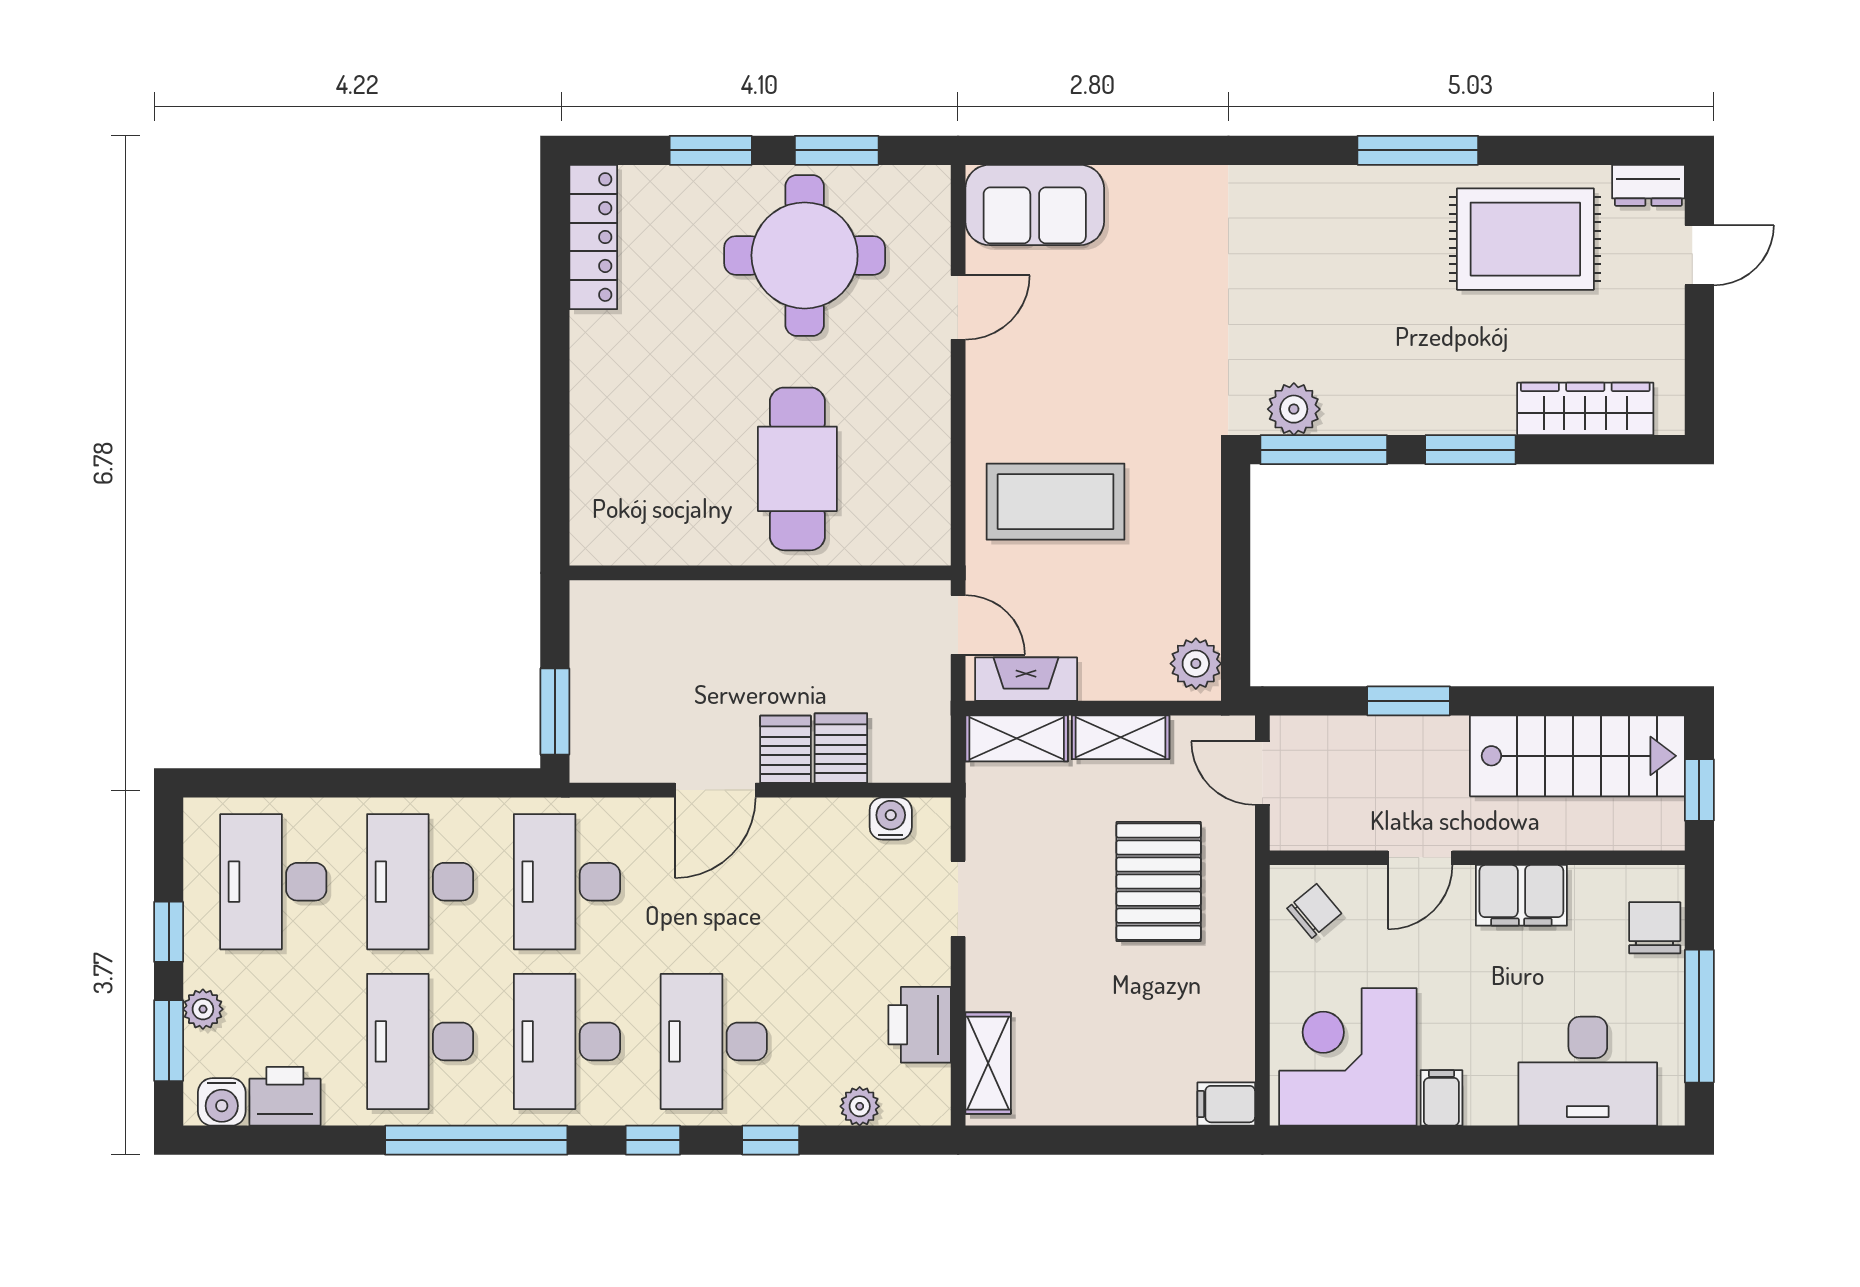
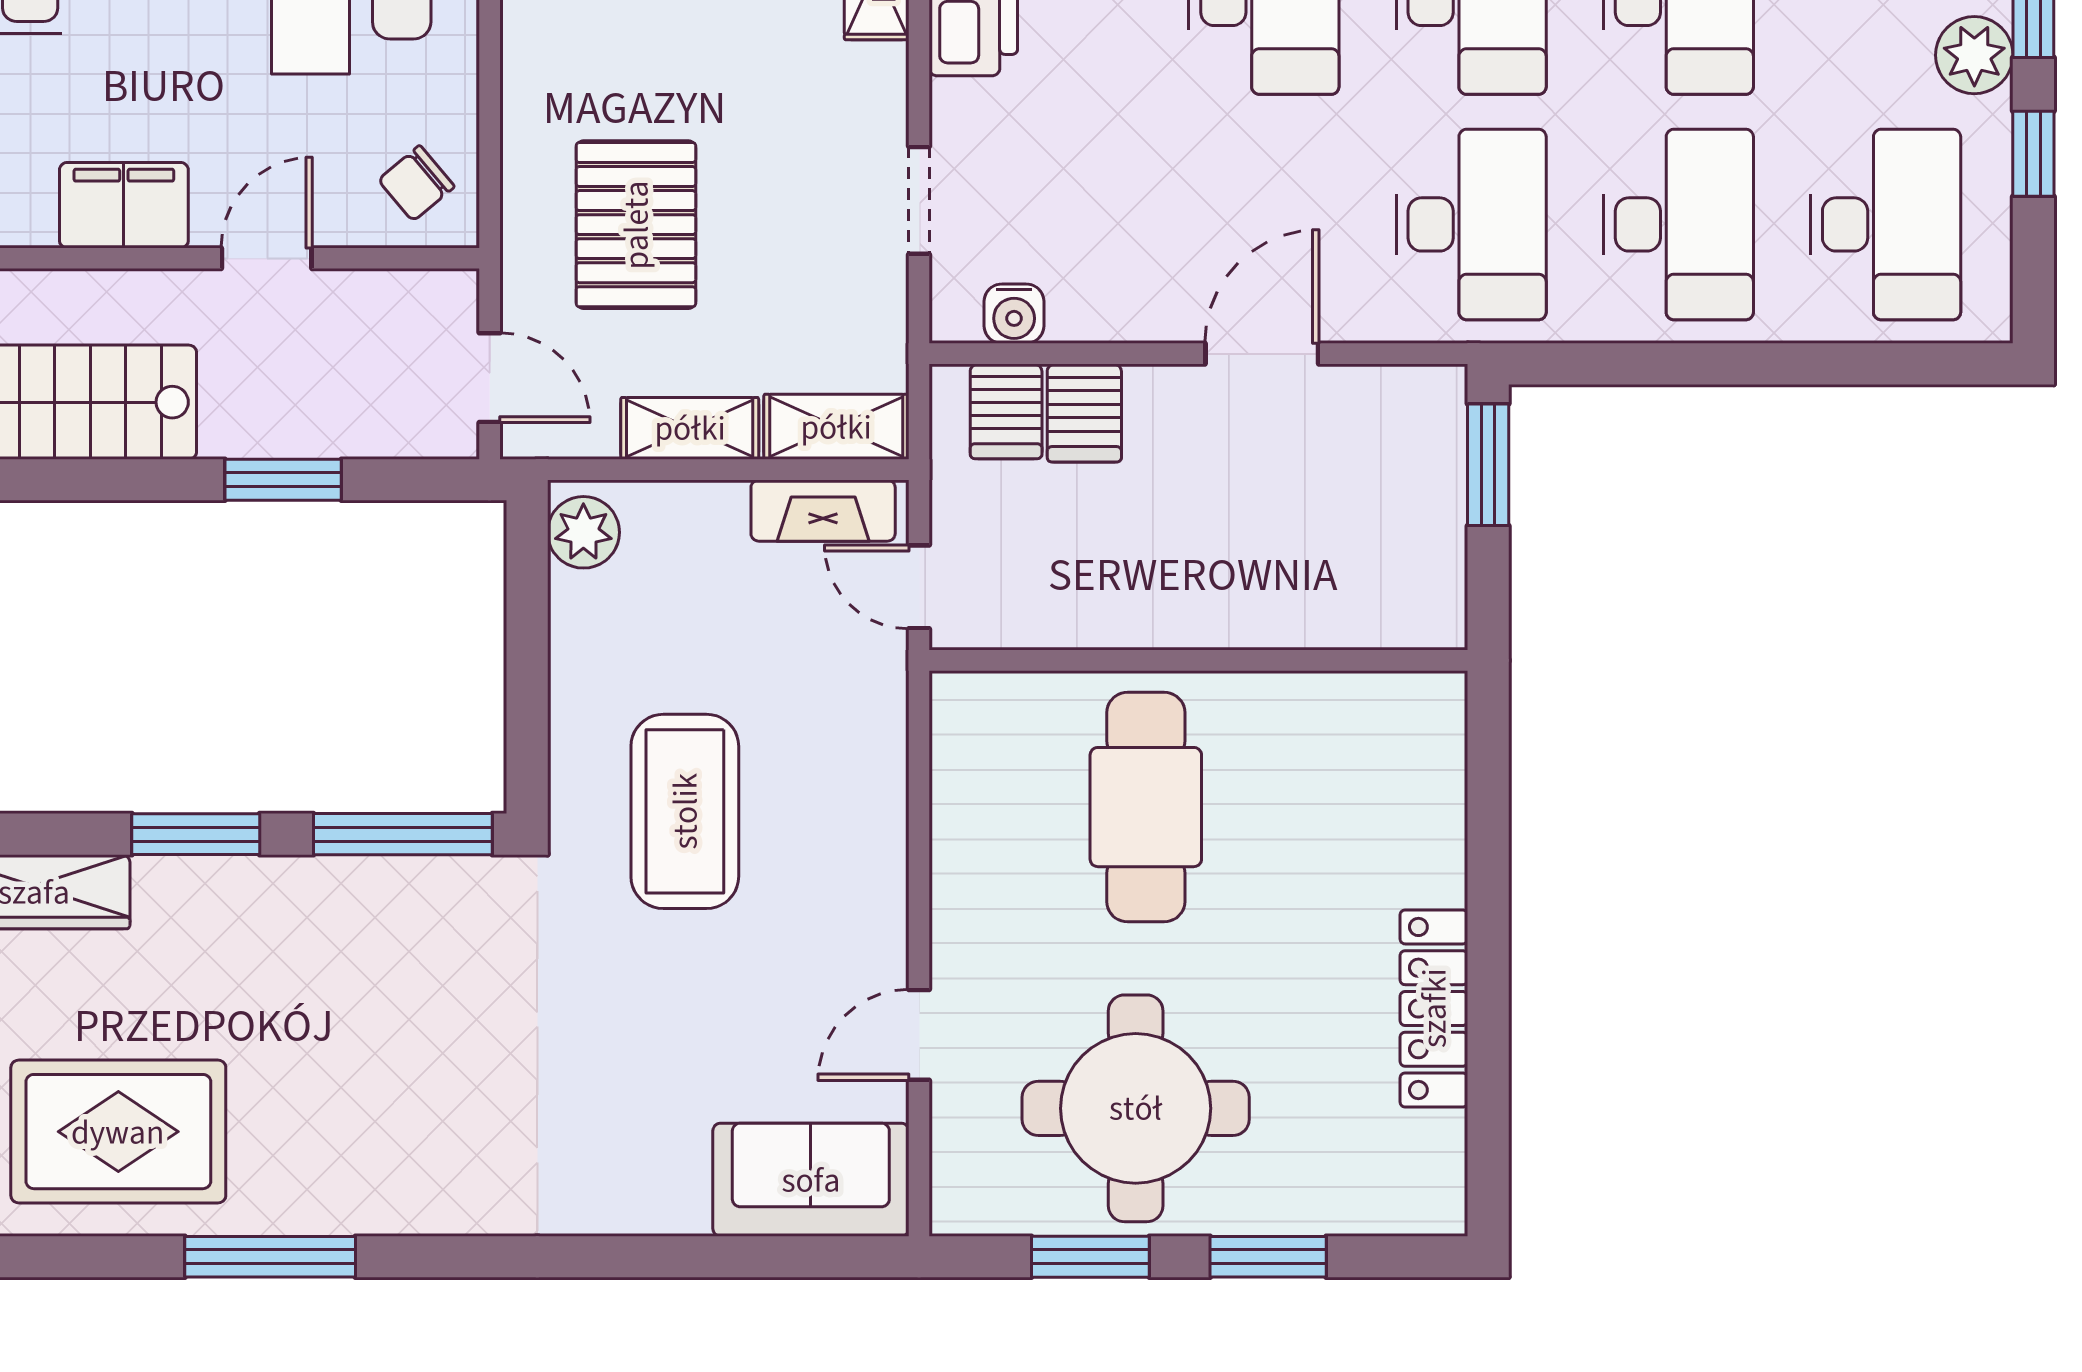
locker: (593, 237) -> (1434, 1008), moved
plant: (1294, 409) -> (445, 892), removed
coffee table: (1056, 502) -> (685, 811), moved, turned 90
server rack: (786, 749) -> (1006, 411), moved
plant: (203, 1009) -> (1974, 55), width x1.38, depth x1.38

